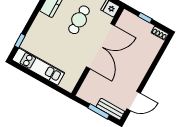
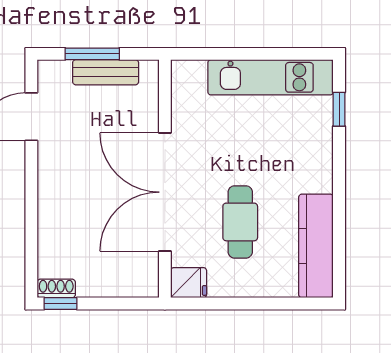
window: (145, 18) -> (60, 304), moved
bench: (110, 109) -> (106, 72), moved

